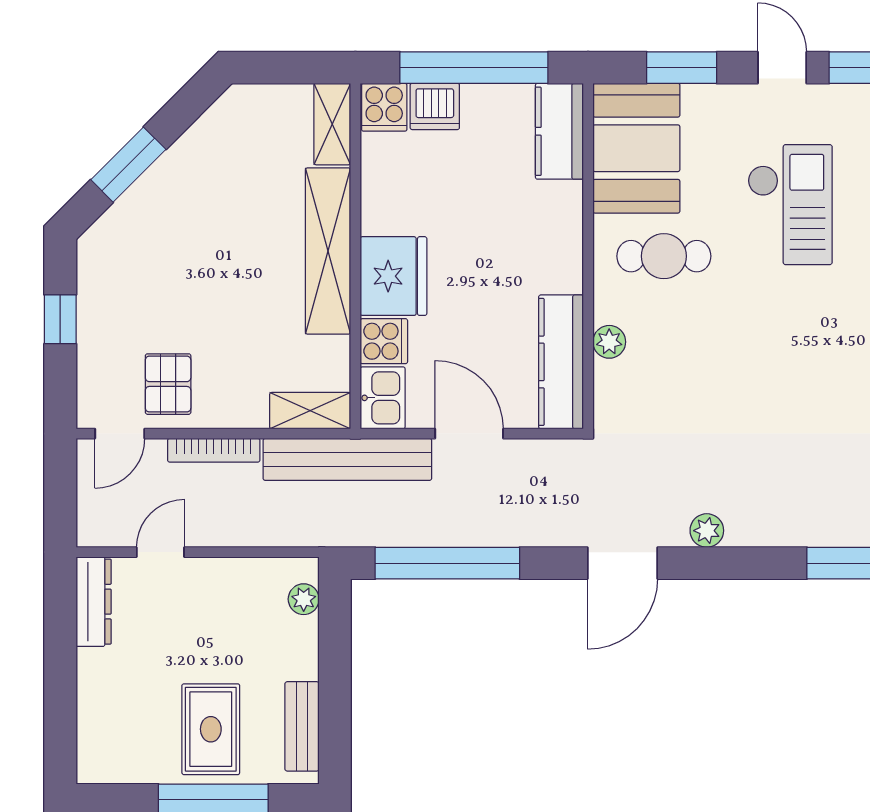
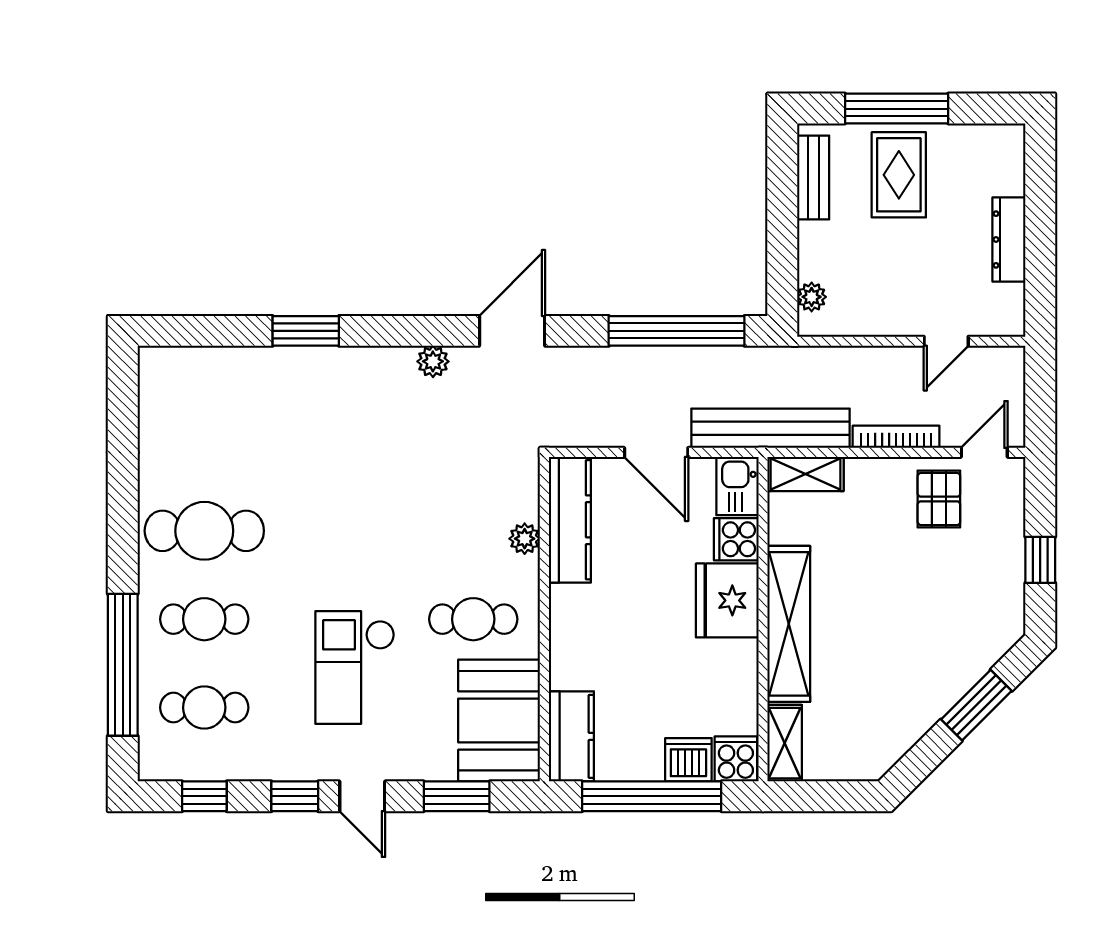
dresser: (94, 602) -> (1009, 239), moved

